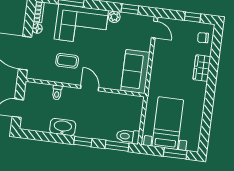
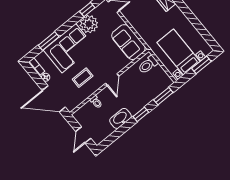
plant: (114, 17) -> (89, 24), width x1.87, depth x1.87
door: (90, 88) -> (112, 80), swing flipped
toilet: (128, 136) -> (148, 65), moved

